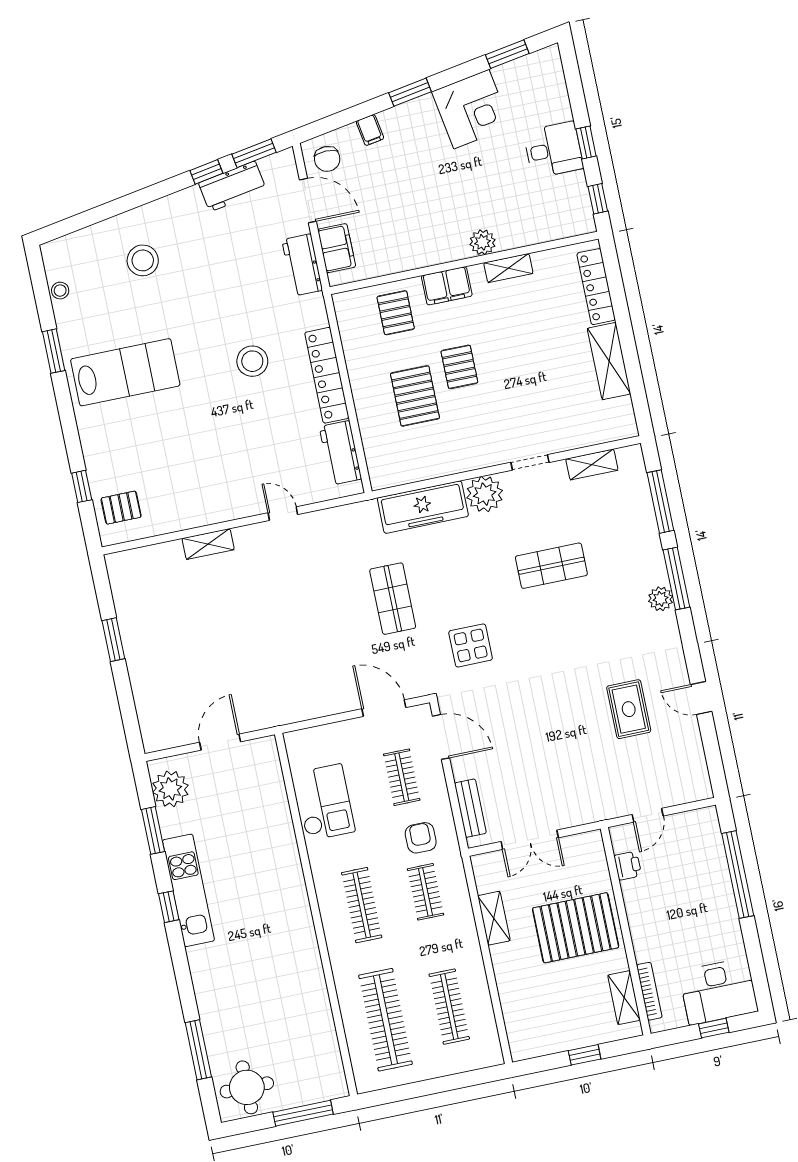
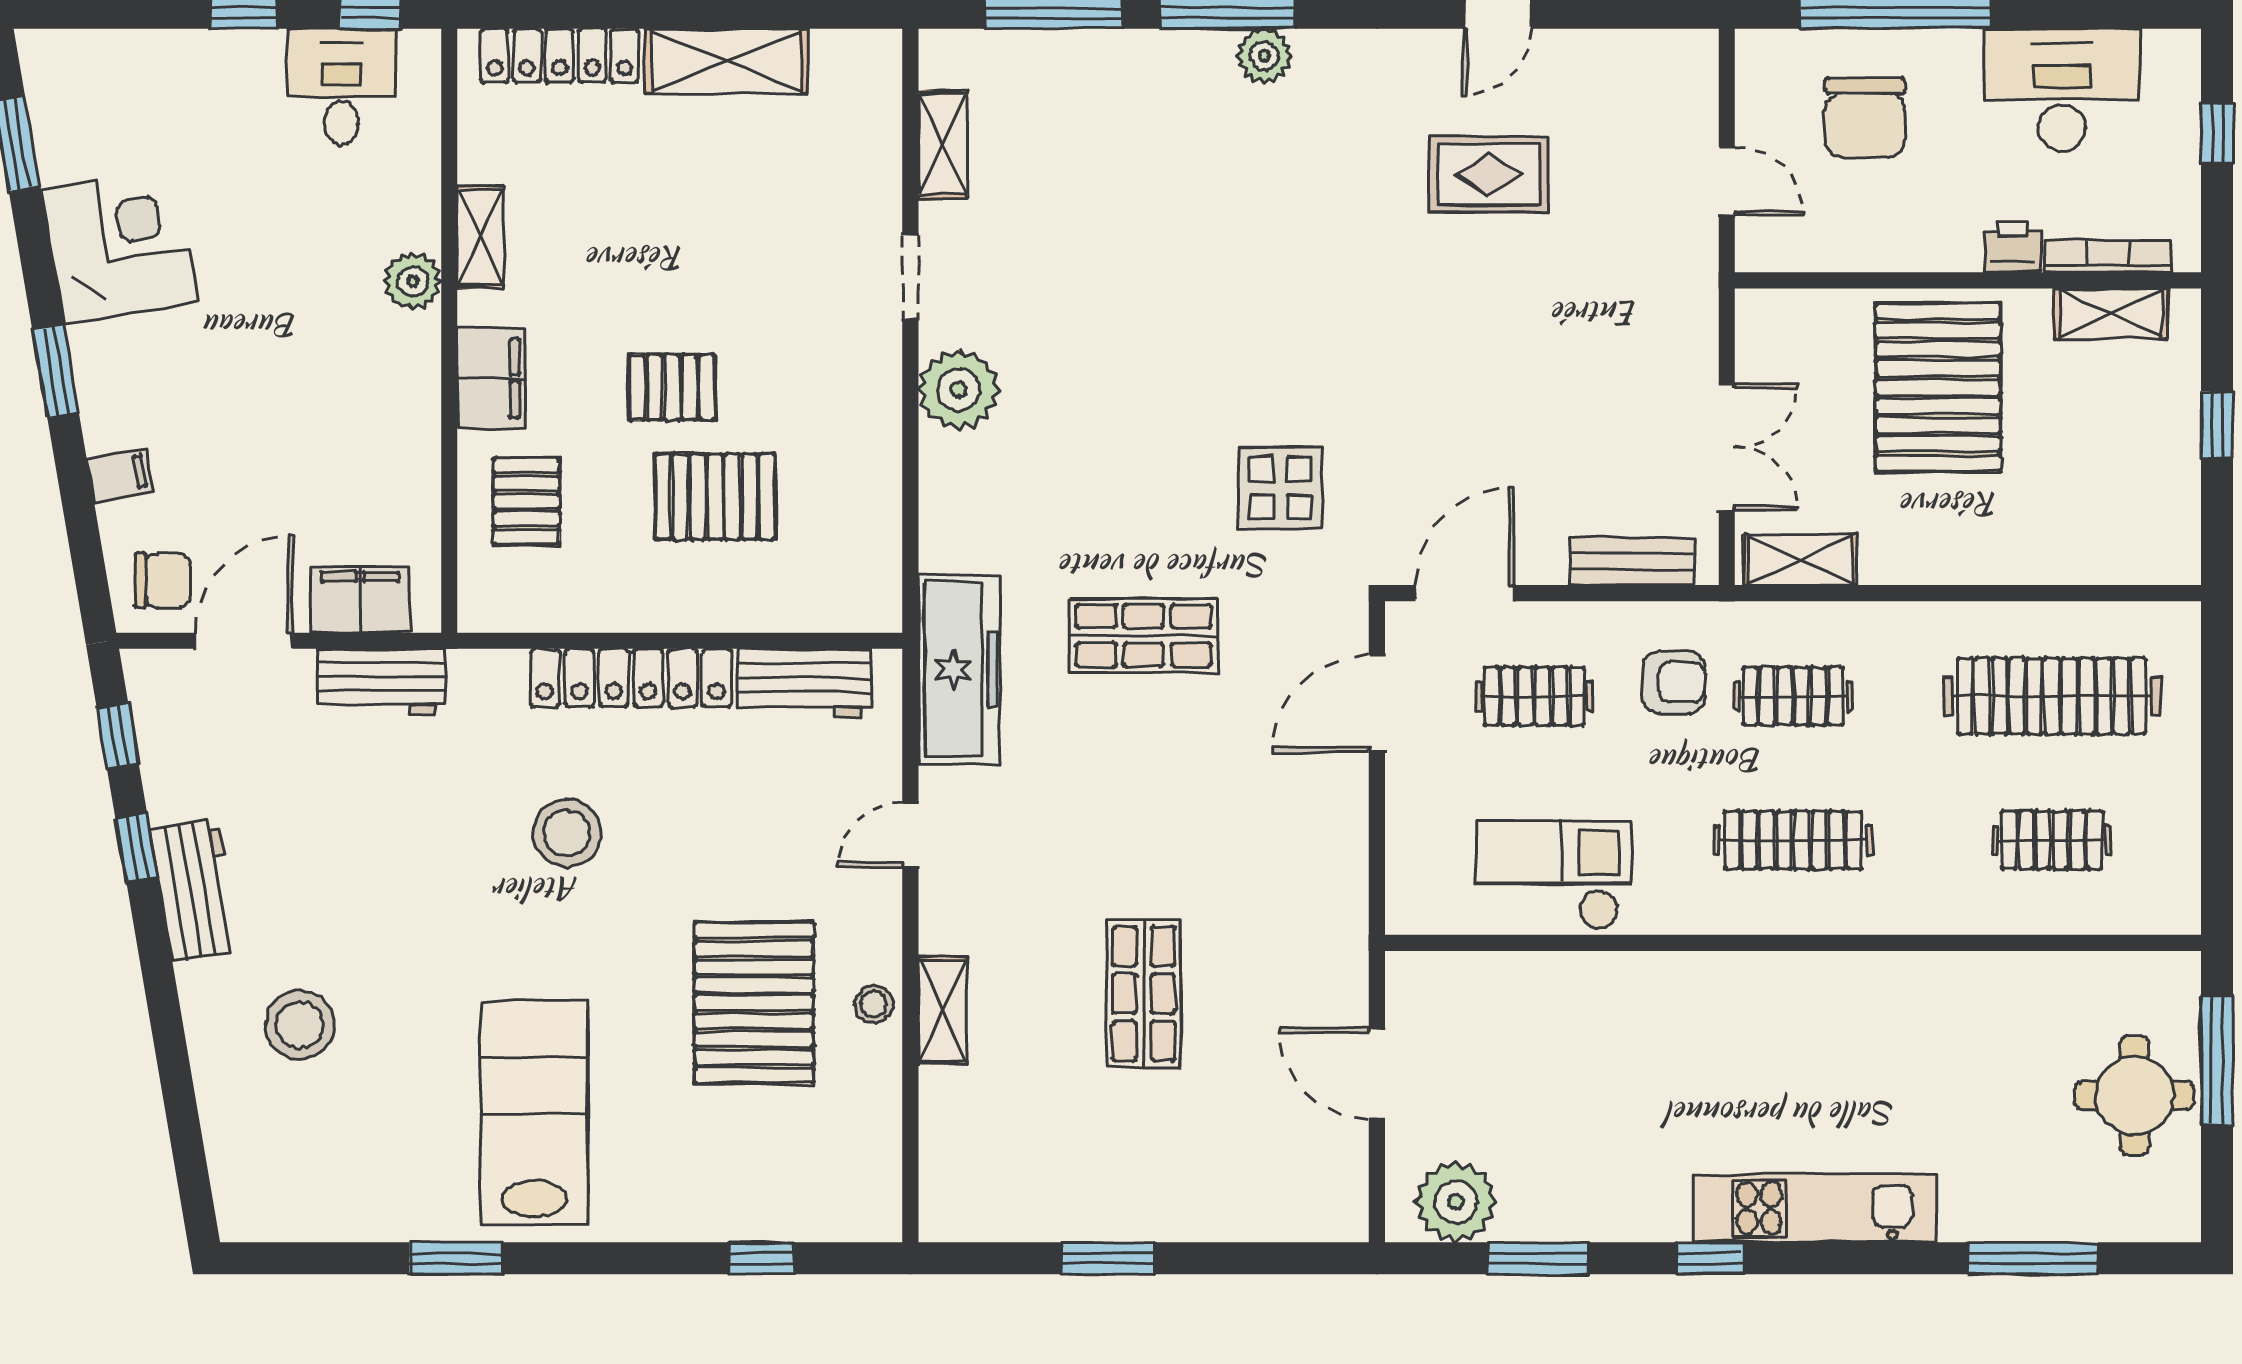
desk: (553, 150) -> (341, 87), moved
window: (254, 153) -> (118, 736), width x0.67
workbench: (232, 186) -> (195, 890), moved
stool: (60, 291) -> (874, 1004), moved
pallet: (396, 313) -> (526, 501), turned 90
freezer: (423, 507) -> (959, 670), moved
pallet: (121, 508) -> (754, 1003), moved, width x2.05, depth x2.00
shop shelf: (551, 566) -> (1144, 994), moved
armchair: (421, 838) -> (1674, 682), turned 180
printer: (628, 866) -> (2013, 247), moved
chair: (688, 871) -> (1865, 118), added
kitchen unit: (188, 890) -> (1815, 1208), moved
shelving: (494, 918) -> (1800, 560), moved
desk: (718, 991) -> (2062, 90), moved, turned -90
clothes rail: (449, 1007) -> (2052, 696), width x1.37, depth x1.31
clothes rail: (385, 1020) -> (2052, 840), width x0.54, depth x0.76
round table: (247, 1087) -> (2134, 1096), moved

